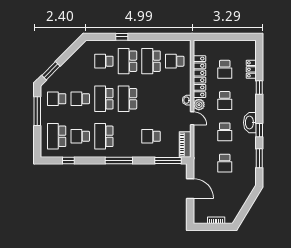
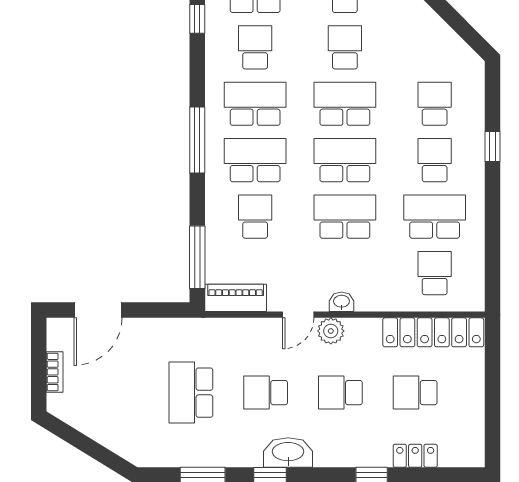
school desk: (127, 61) -> (435, 160), width x0.54
locker: (199, 77) -> (433, 332), moved
school desk: (151, 99) -> (345, 217), added
school desk: (127, 136) -> (255, 160), added
school desk: (225, 163) -> (191, 393), width x1.85
door: (190, 189) -> (98, 310), moved

